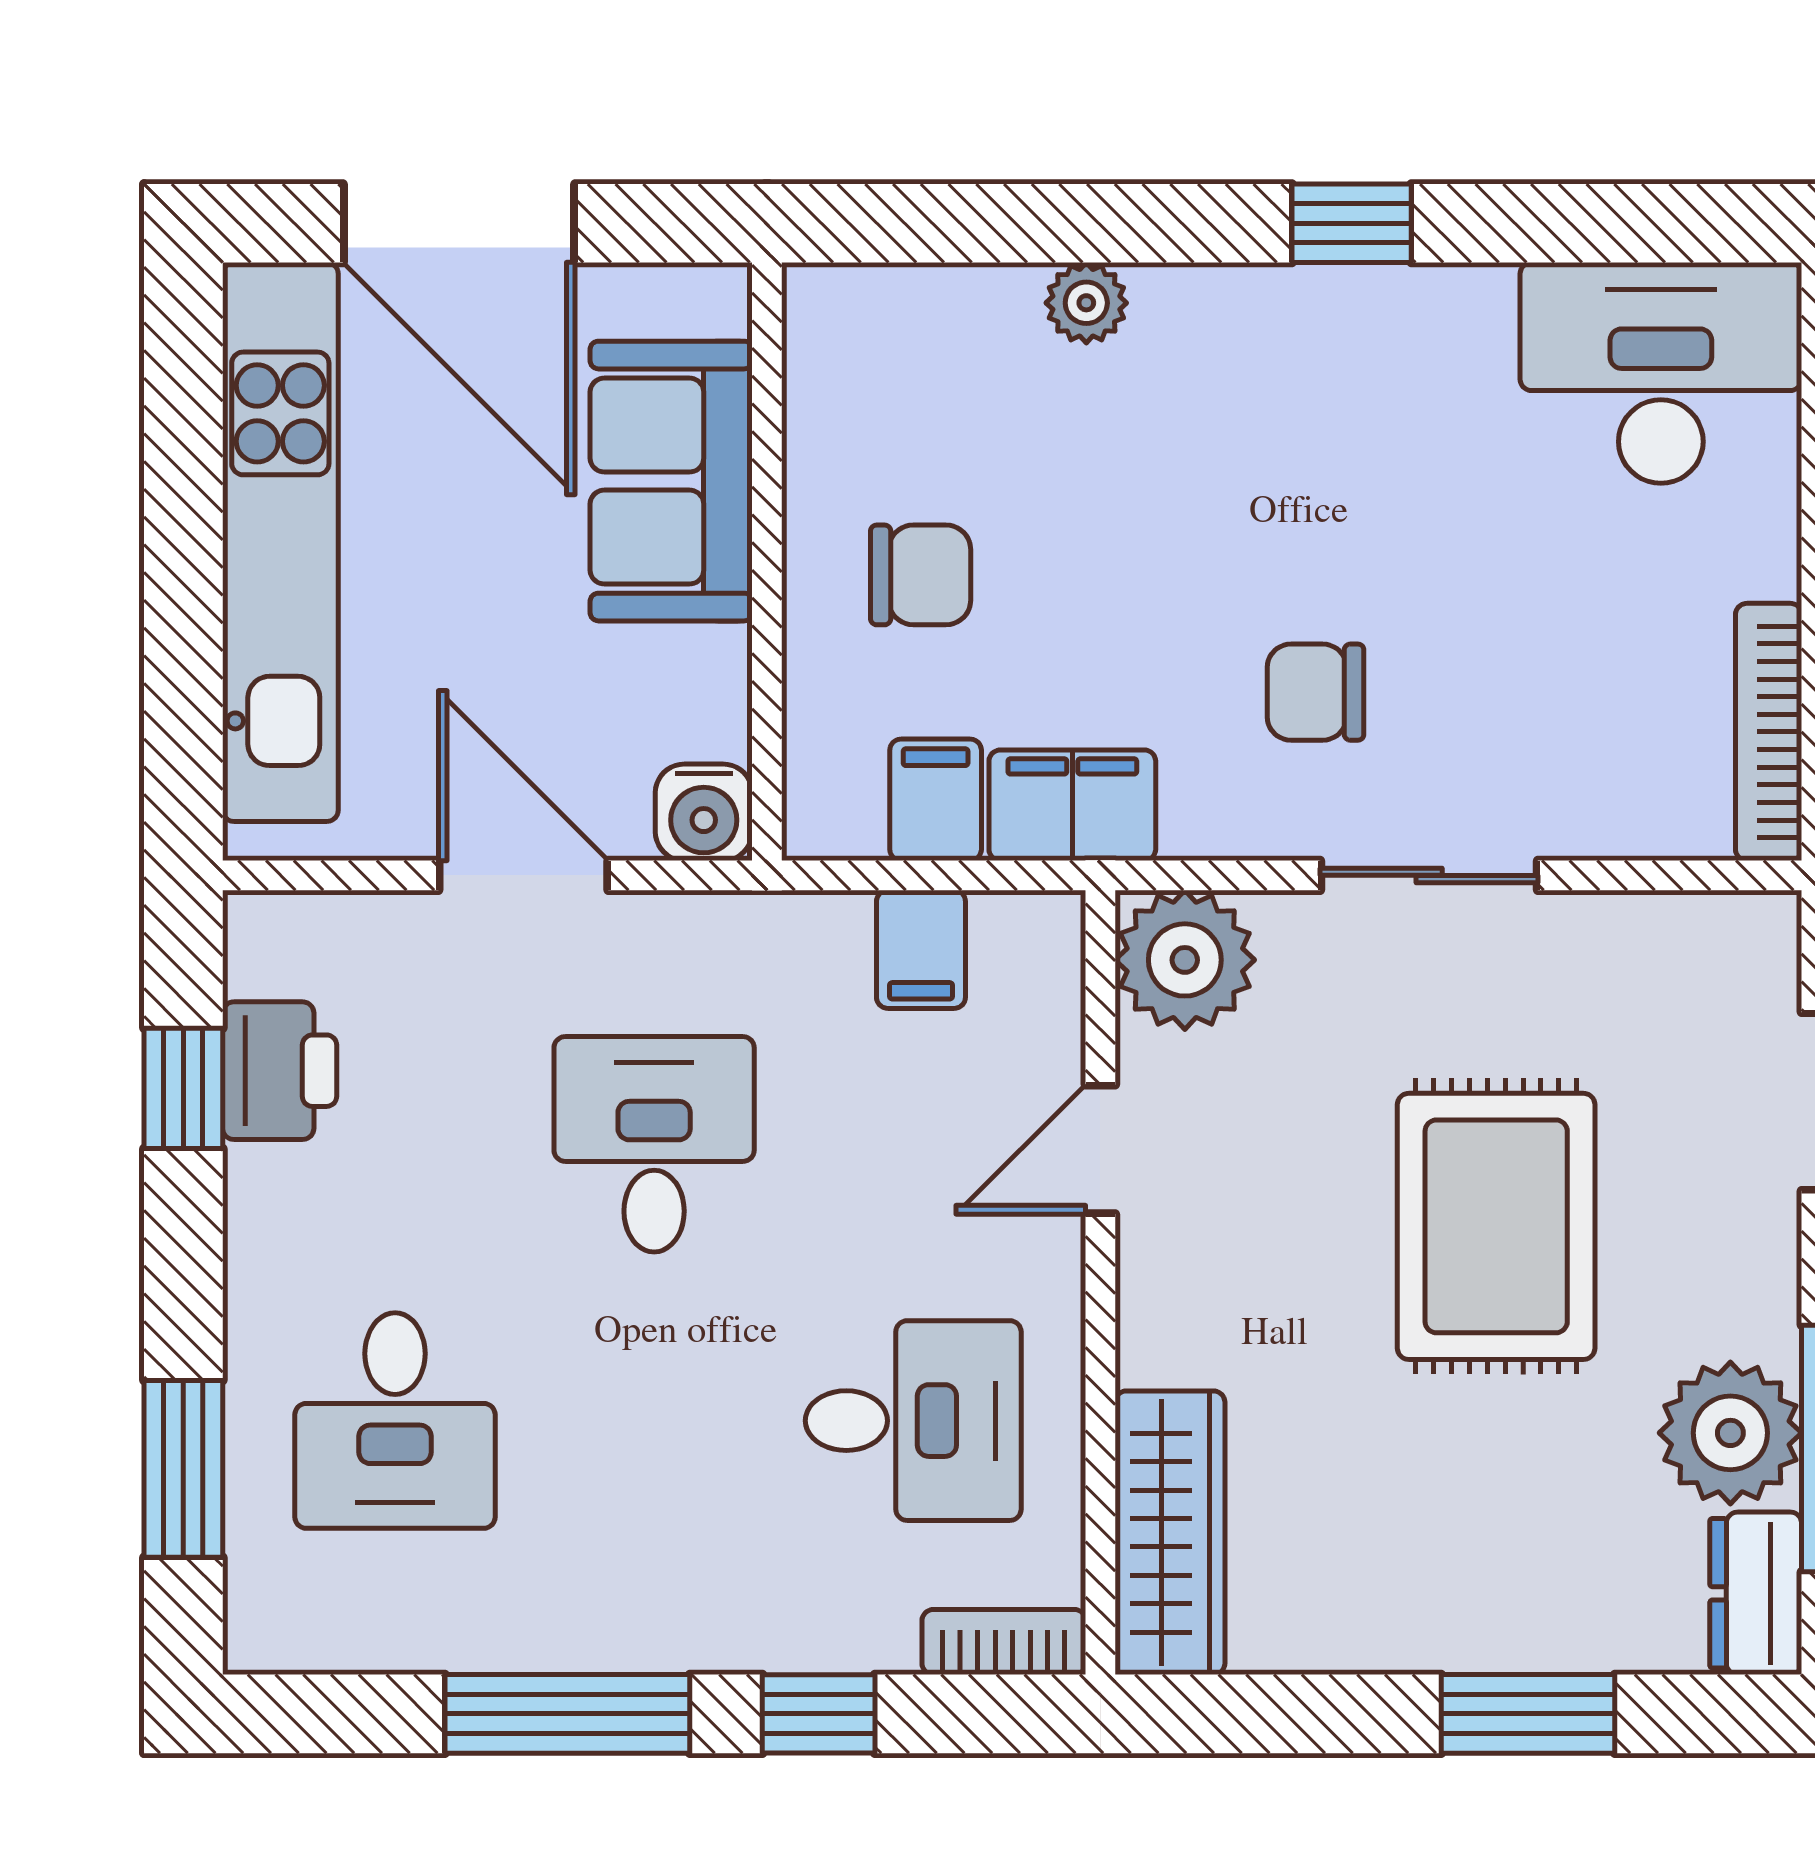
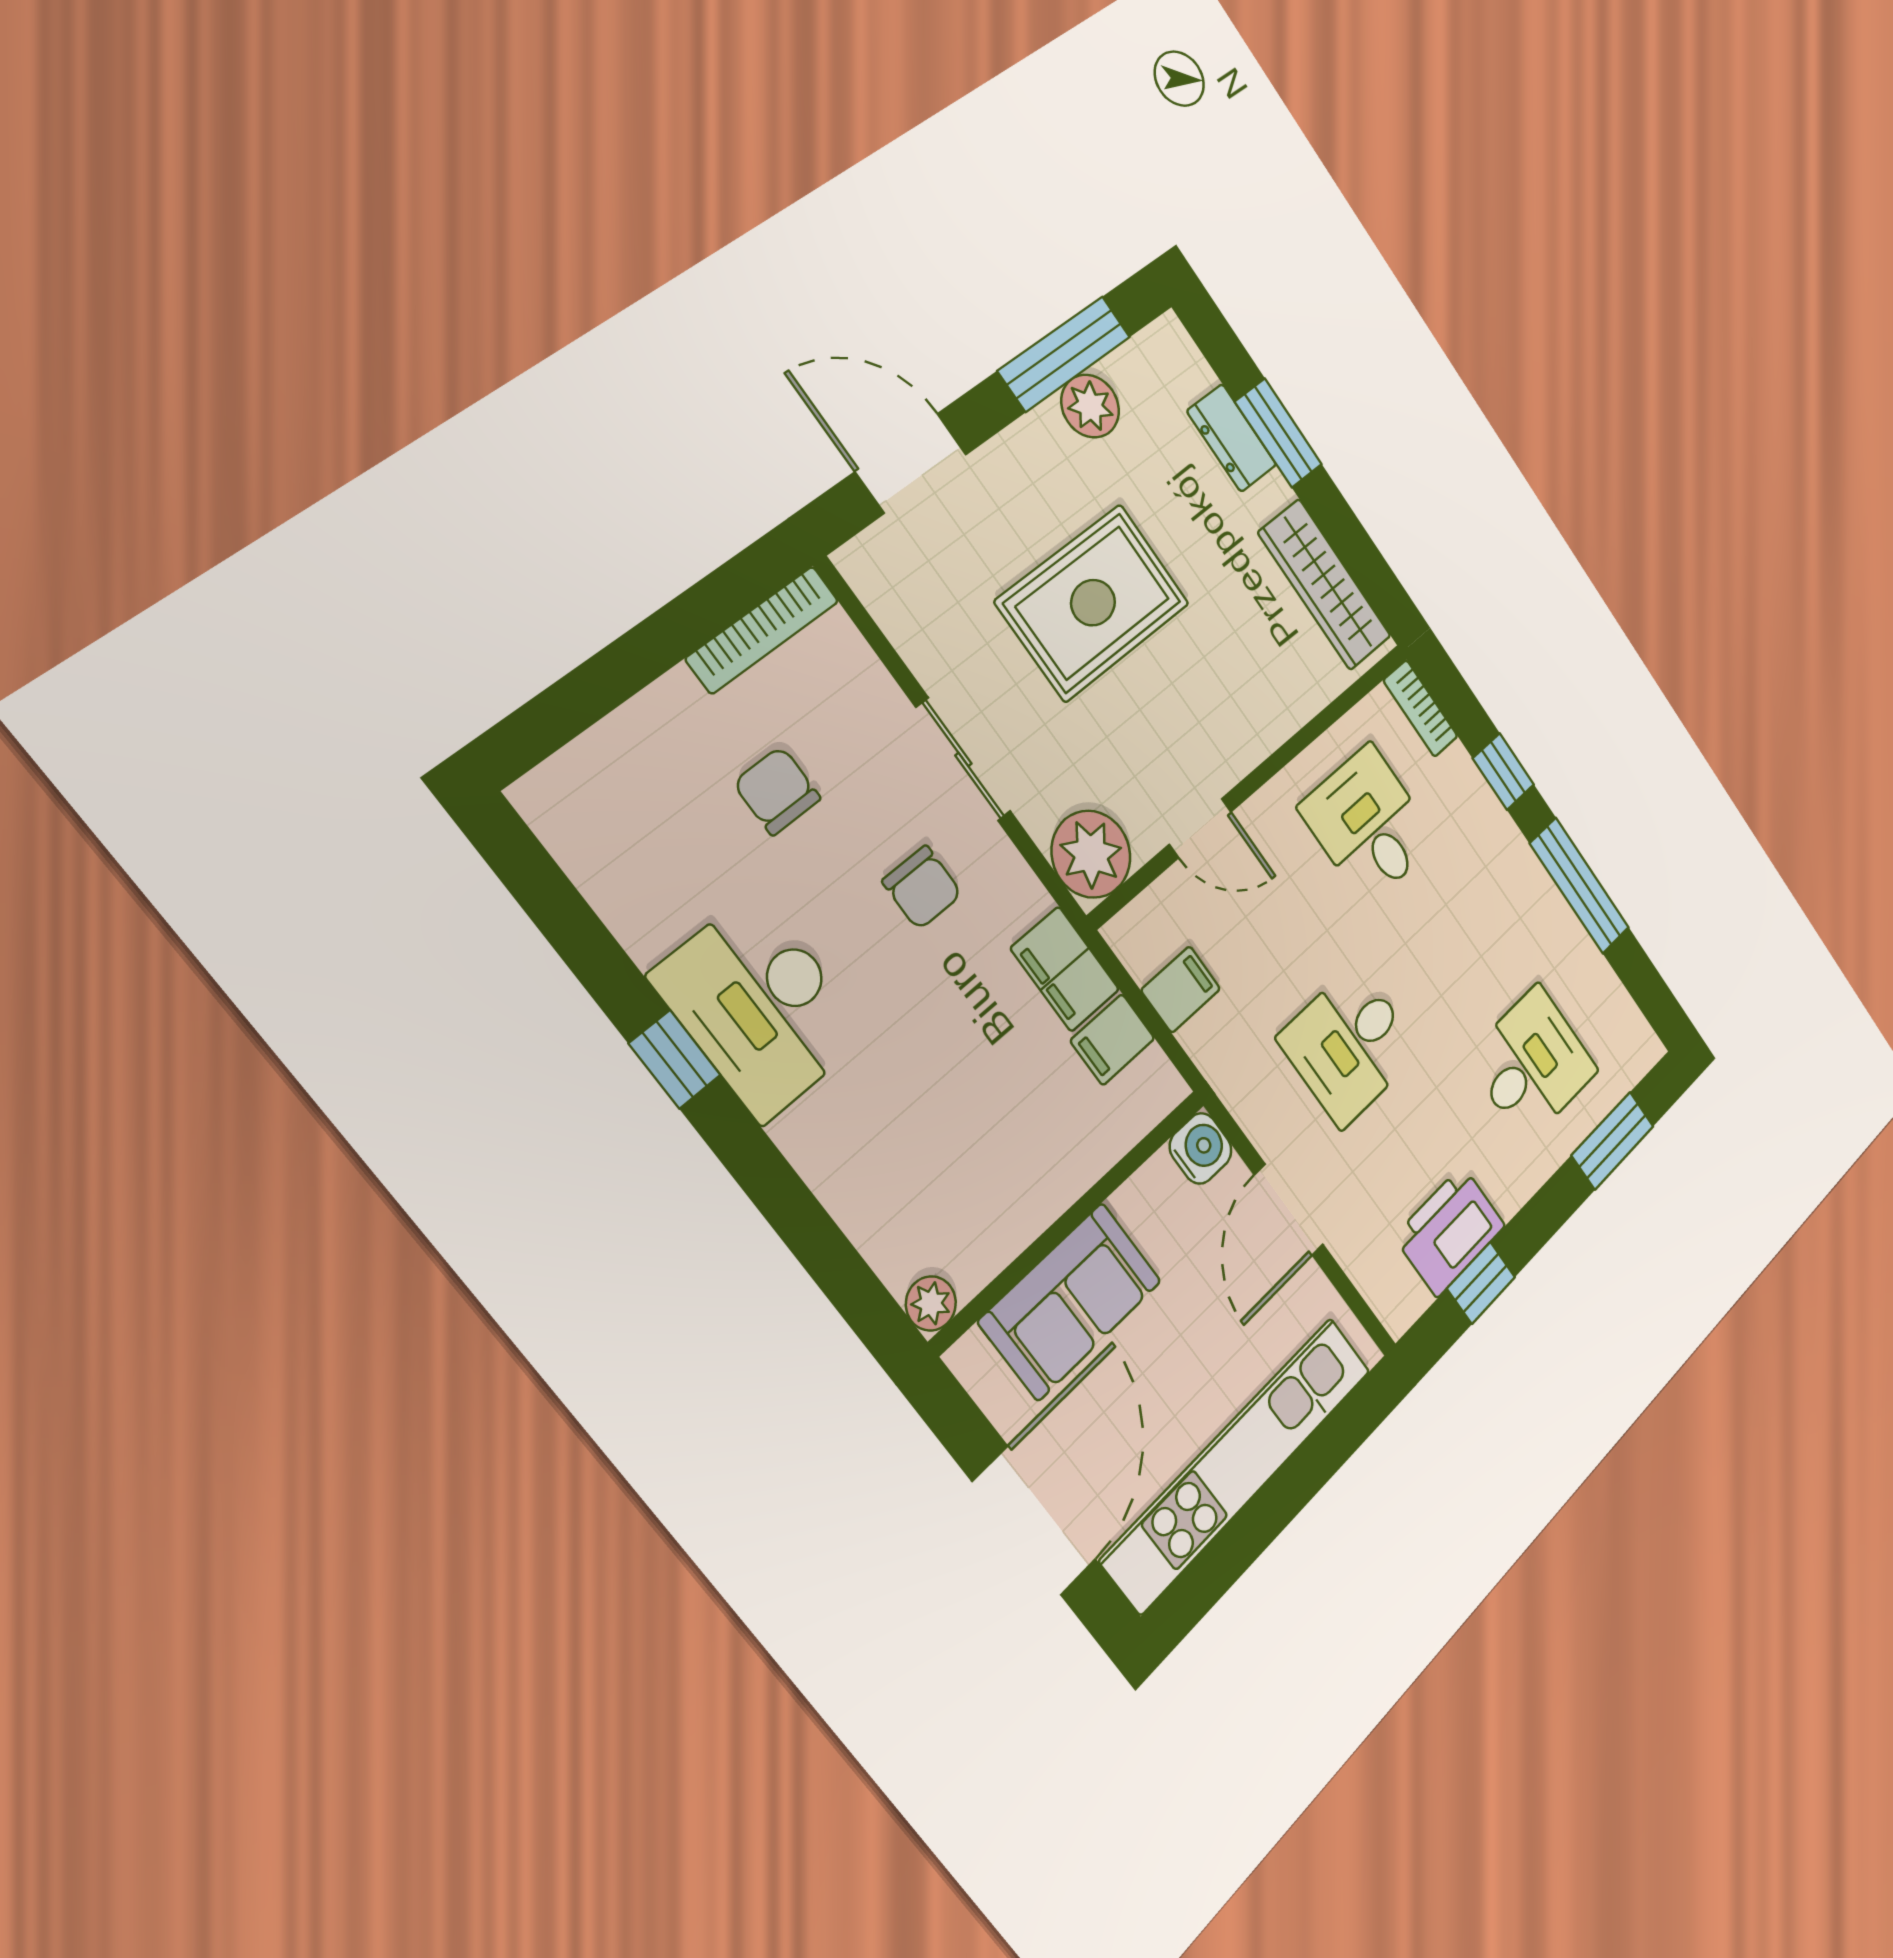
plant: (1086, 303) -> (931, 1303), moved
desk: (1661, 373) -> (760, 1006), moved
chair: (921, 575) -> (777, 791), moved
printer: (280, 1071) -> (1450, 1231), width x1.37, depth x1.19
plant: (1730, 1433) -> (1090, 406), width x0.73, depth x0.73
wardrobe: (1170, 1533) -> (1325, 585), moved, turned -90
dresser: (1756, 1593) -> (1232, 438), moved, turned 90

